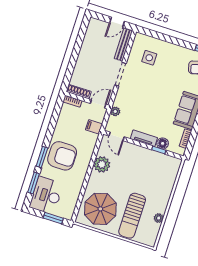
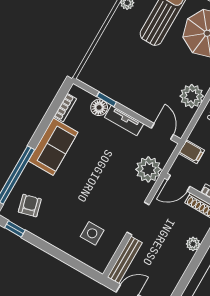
plant: (80, 65) -> (193, 244), added
plant: (115, 111) -> (148, 169), width x1.87, depth x1.87

